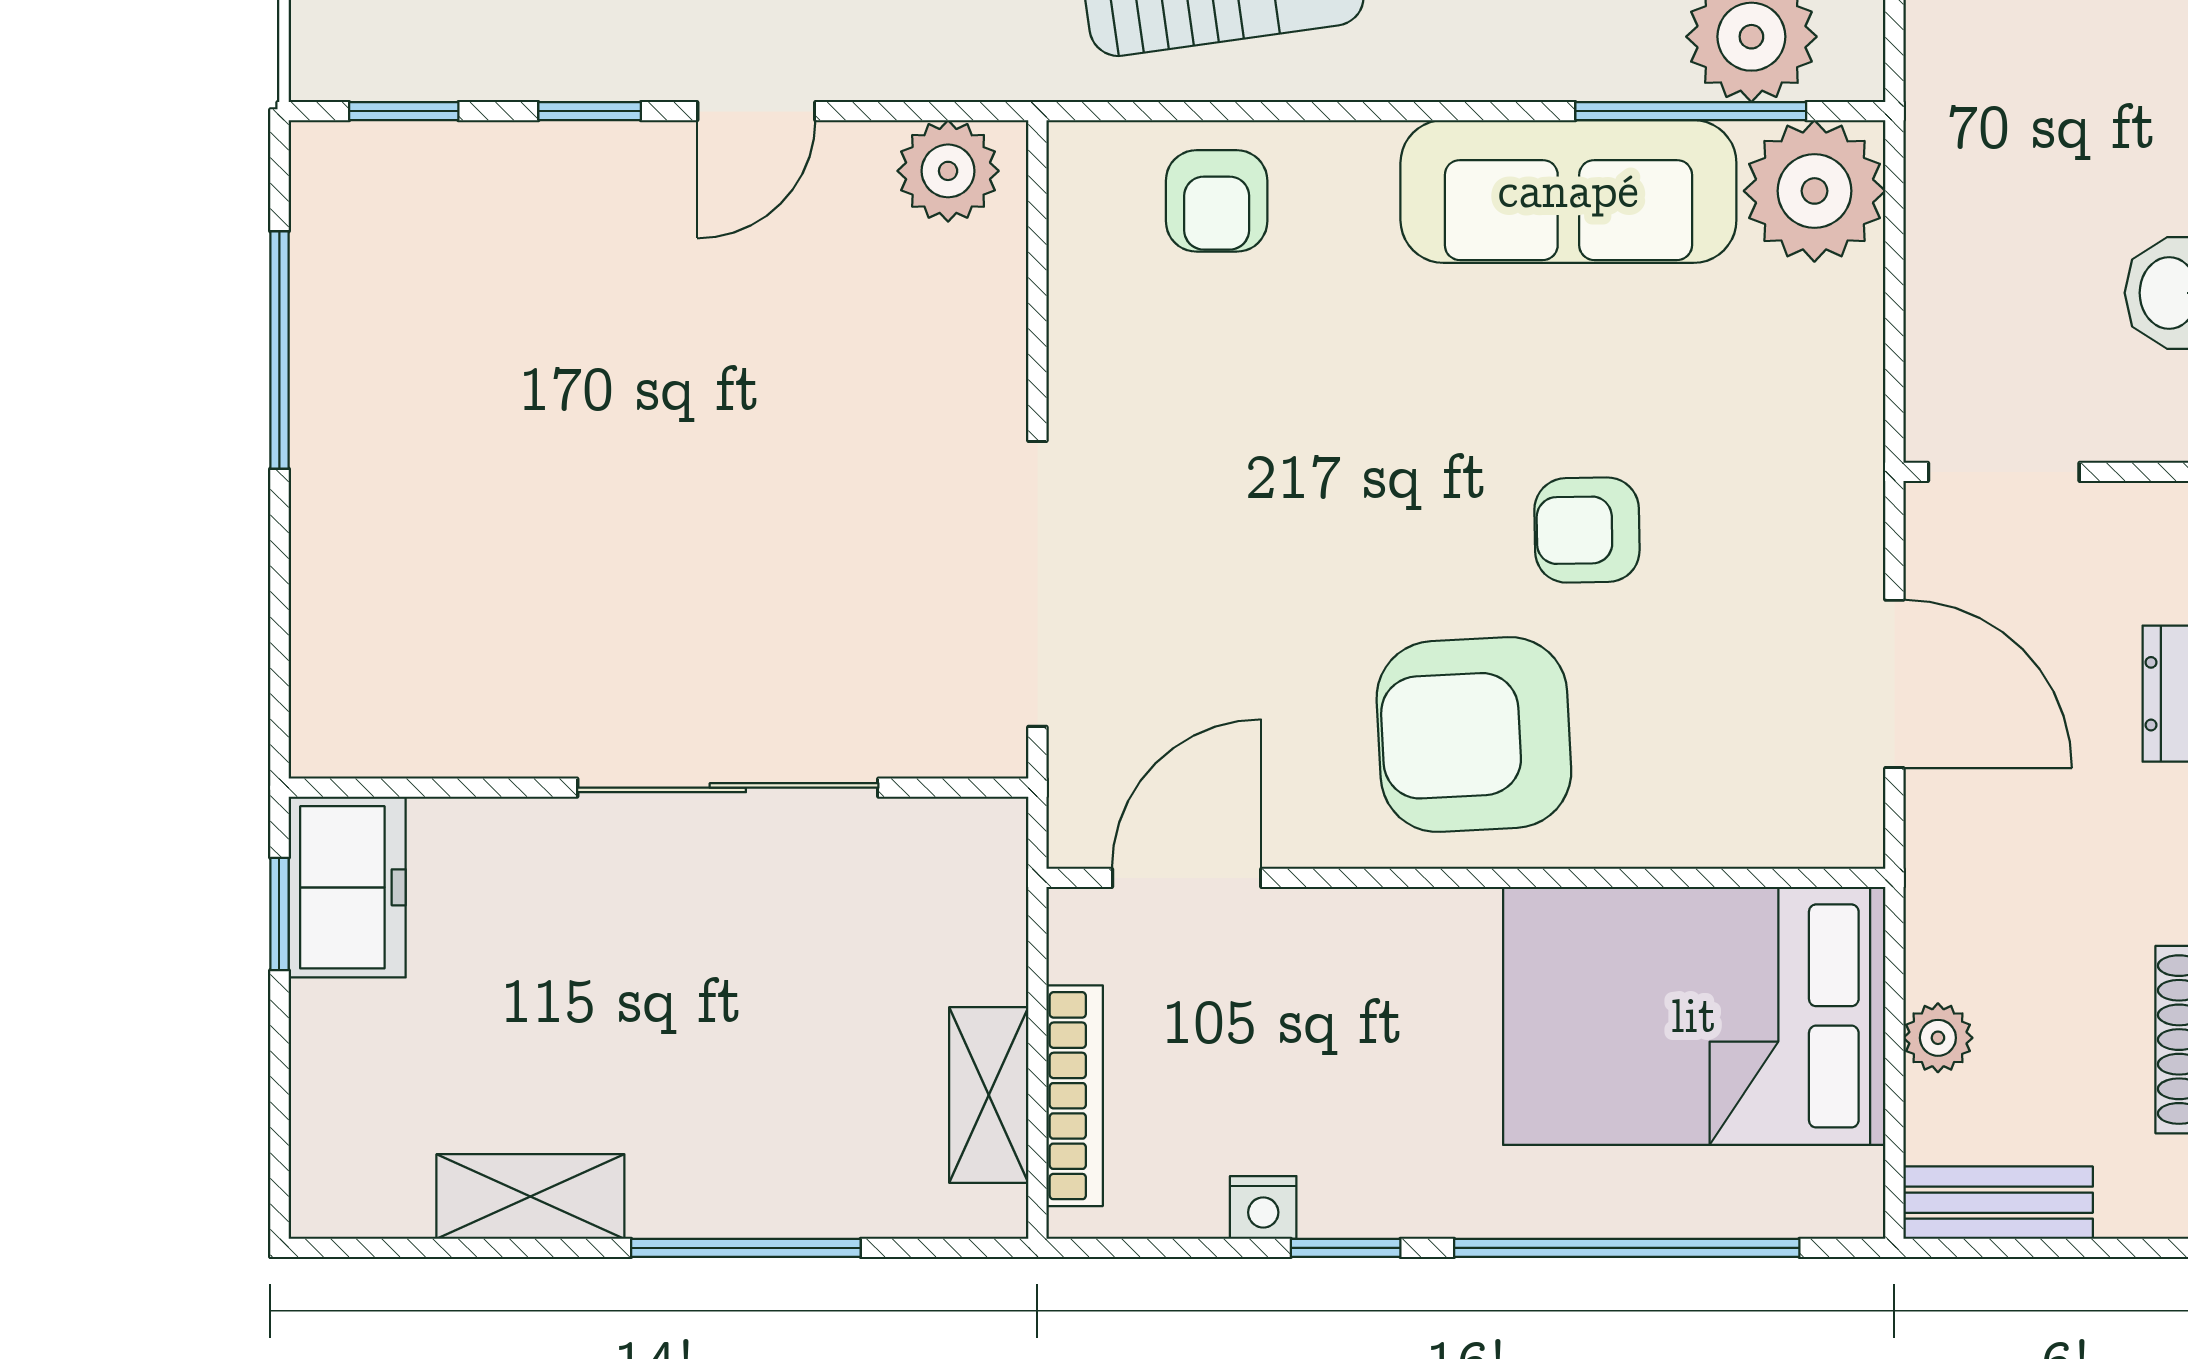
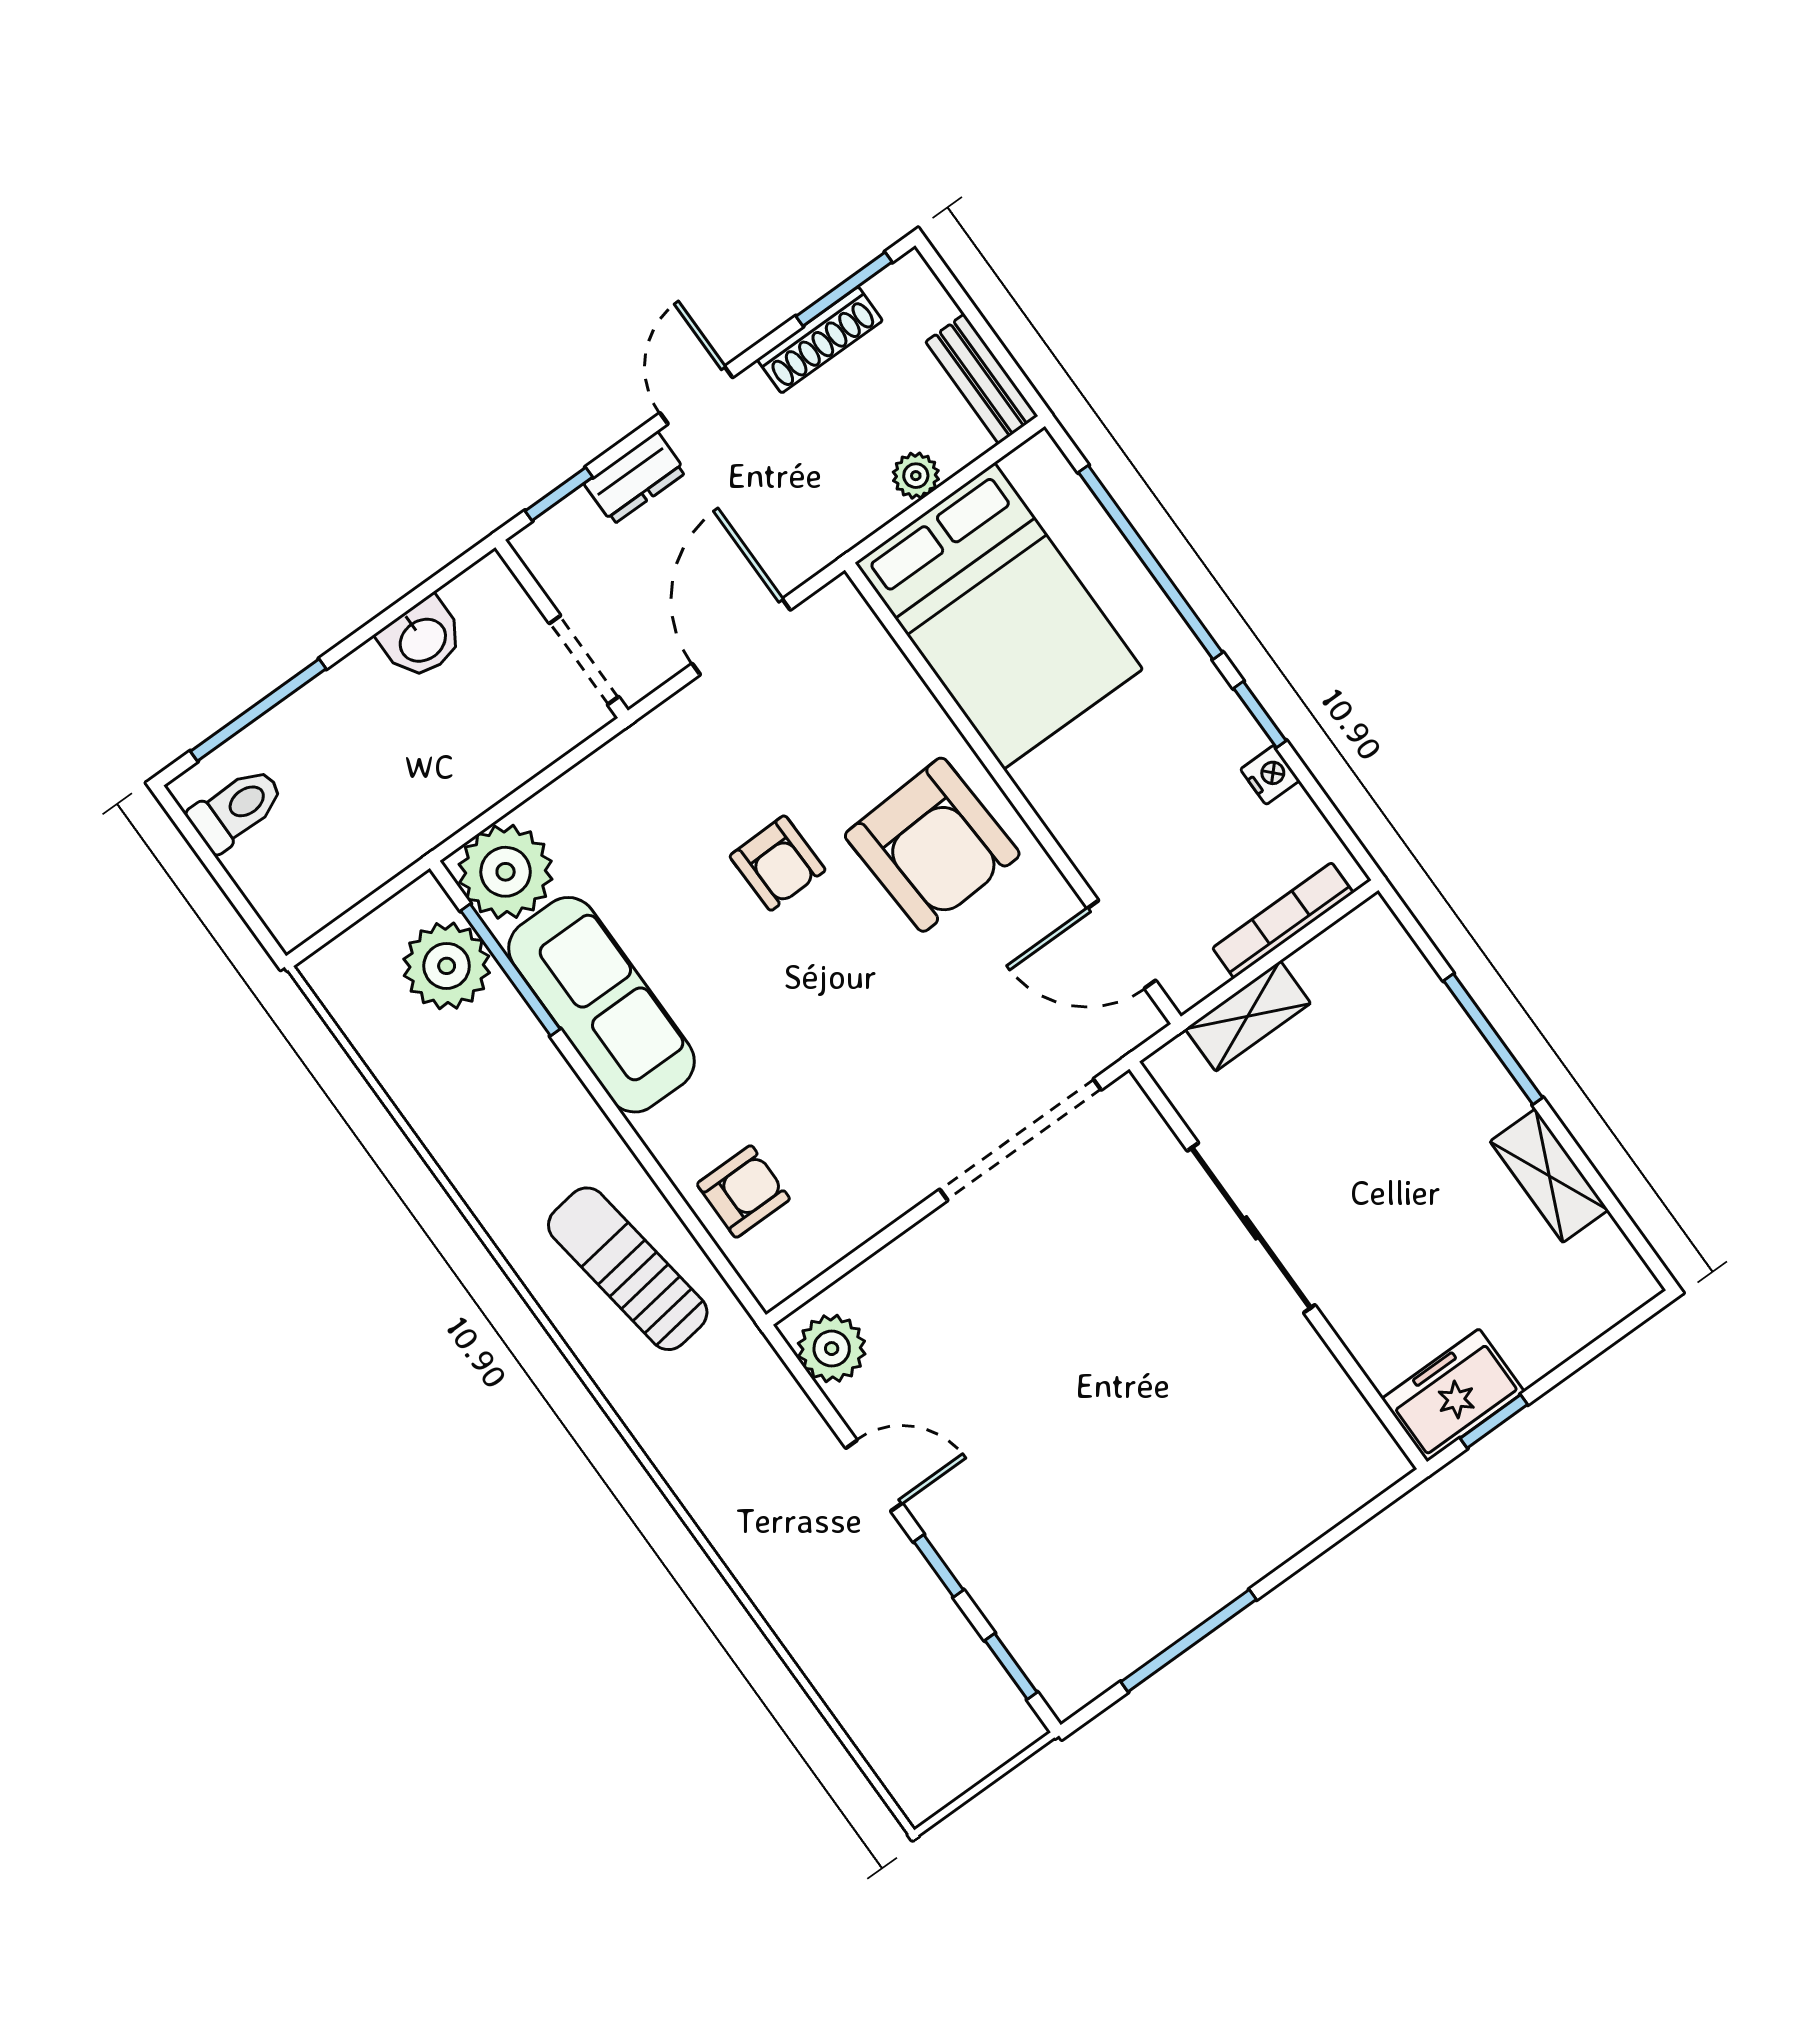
shelving: (989, 1095) -> (1248, 1016), moved

